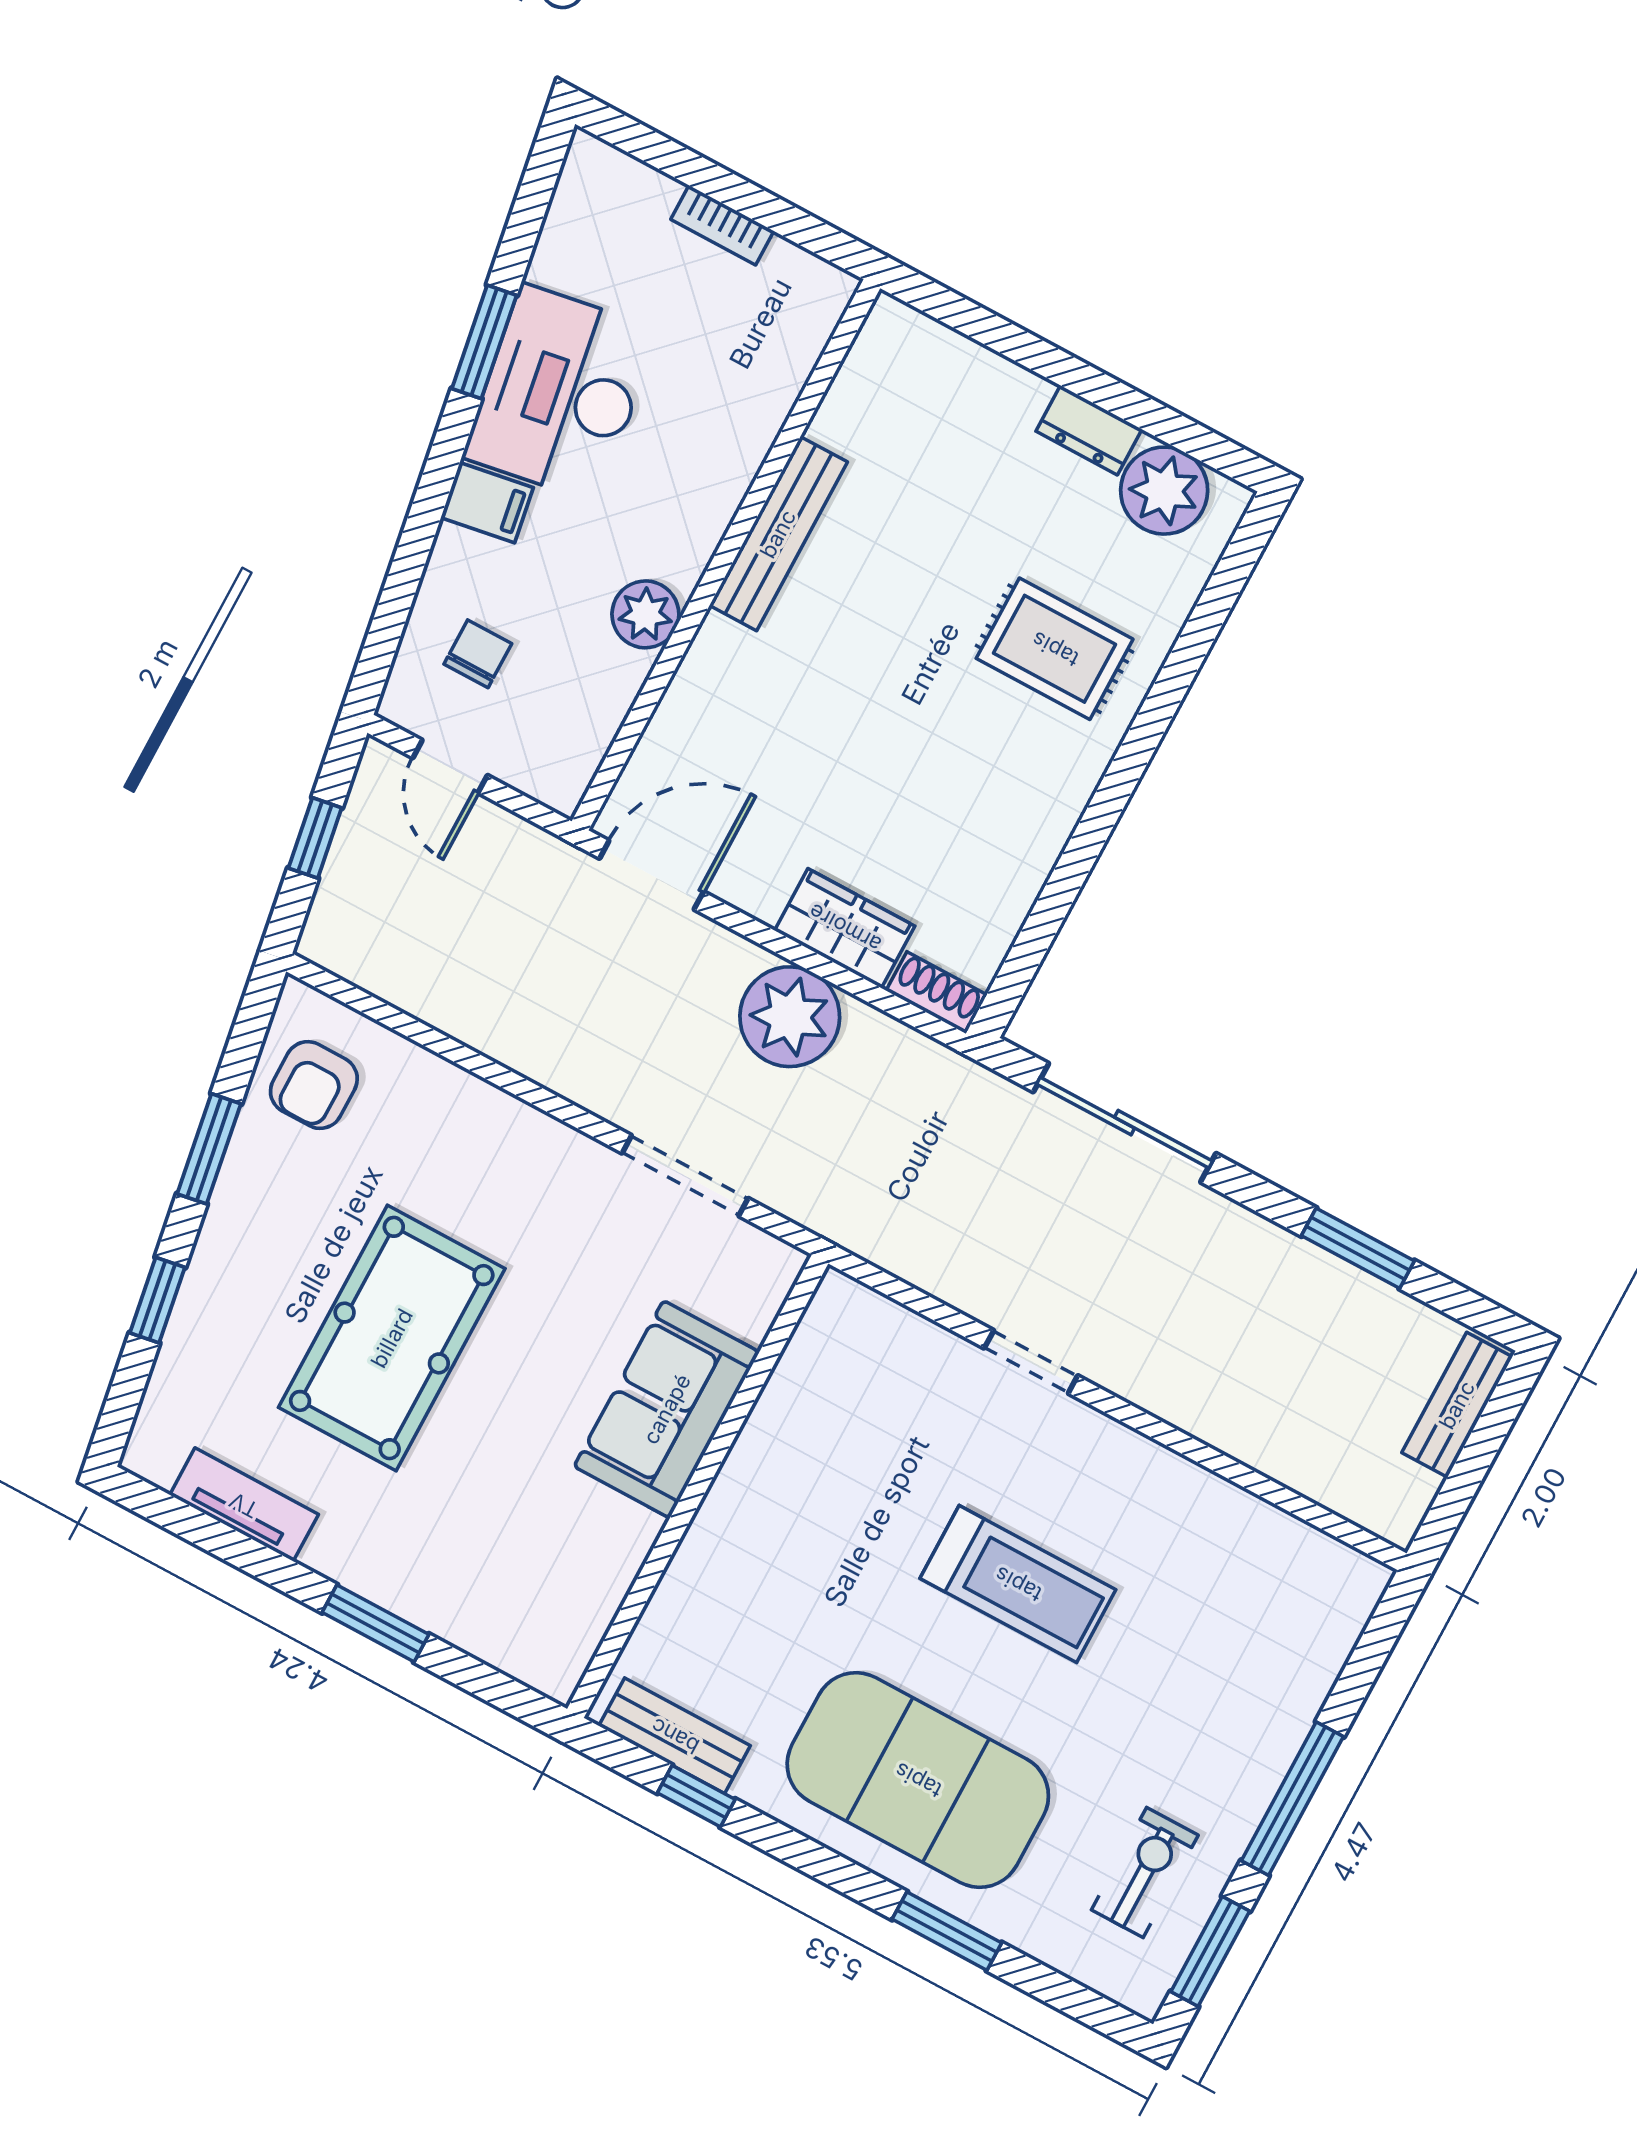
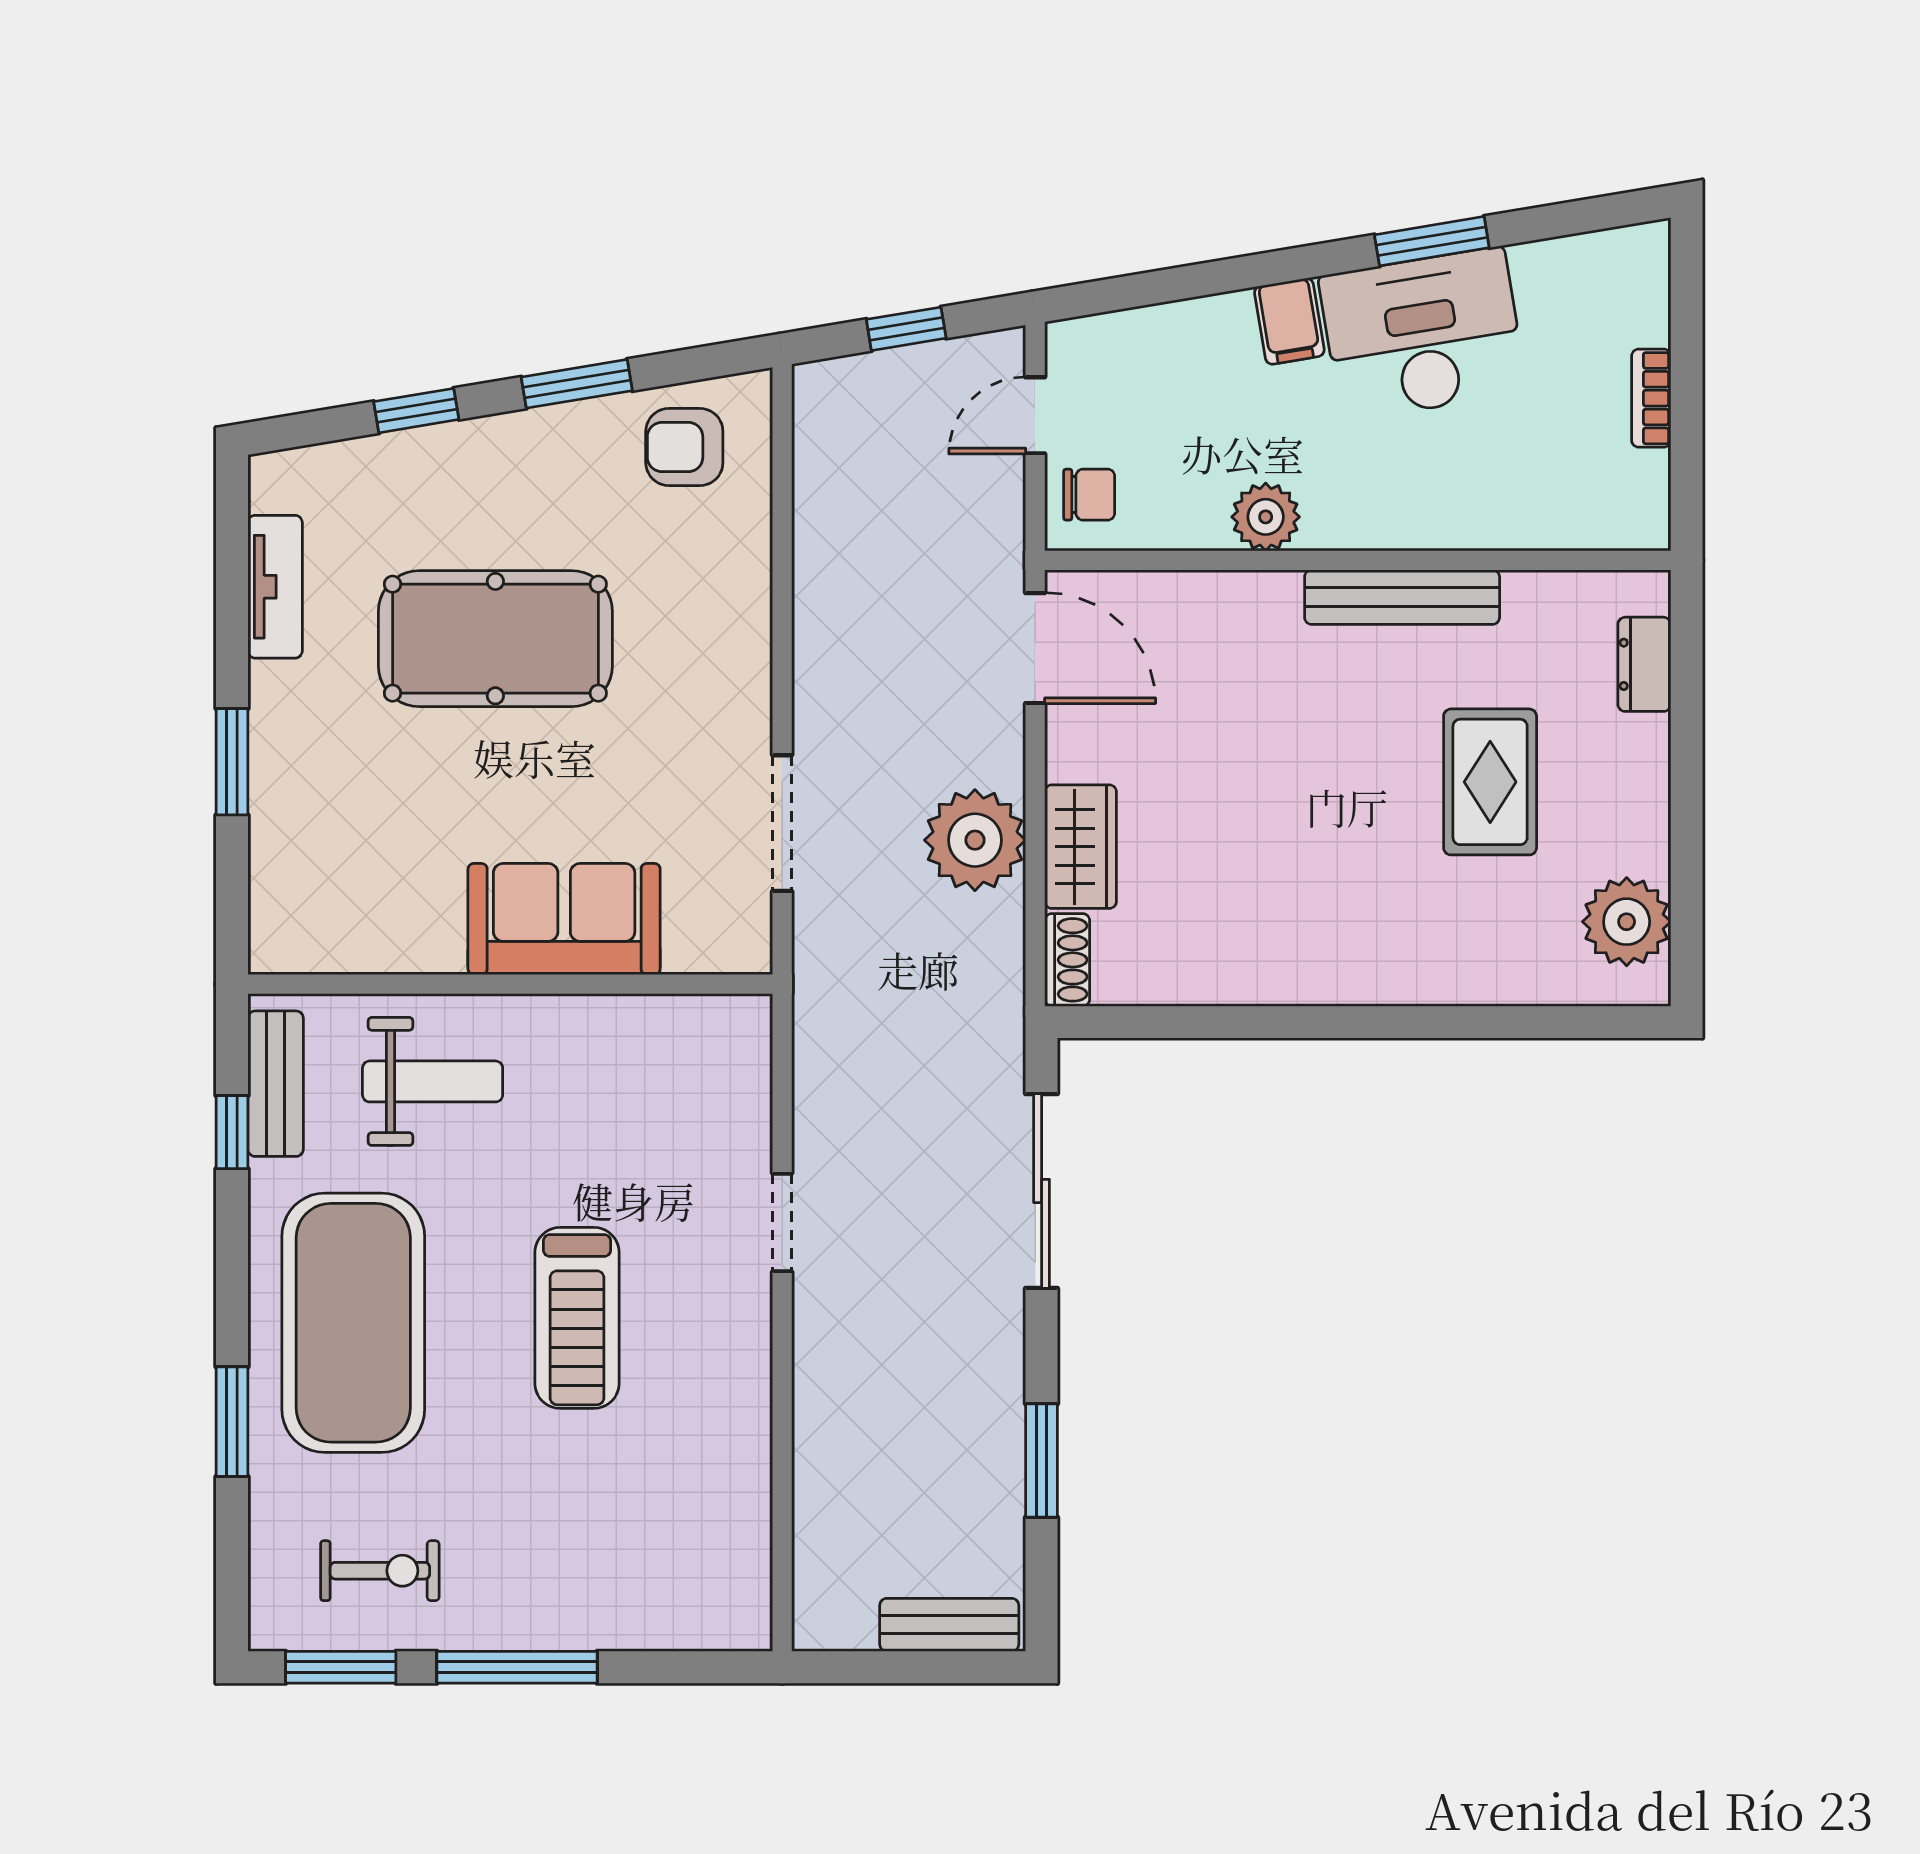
dresser: (1089, 430) -> (1644, 664), moved
rug: (1055, 649) -> (1490, 782), moved
chair: (478, 654) -> (1089, 495), moved
weight bench: (746, 1599) -> (433, 1081), added

